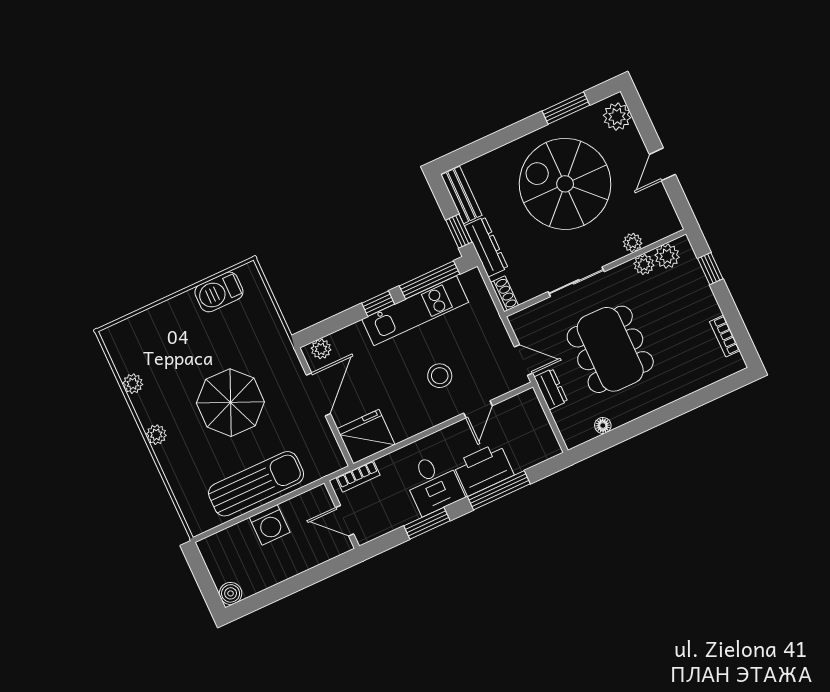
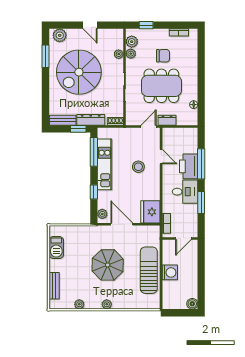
window: (378, 304) -> (94, 192), moved
bench: (146, 321) -> (54, 286), added
chair: (668, 327) -> (163, 56), added

